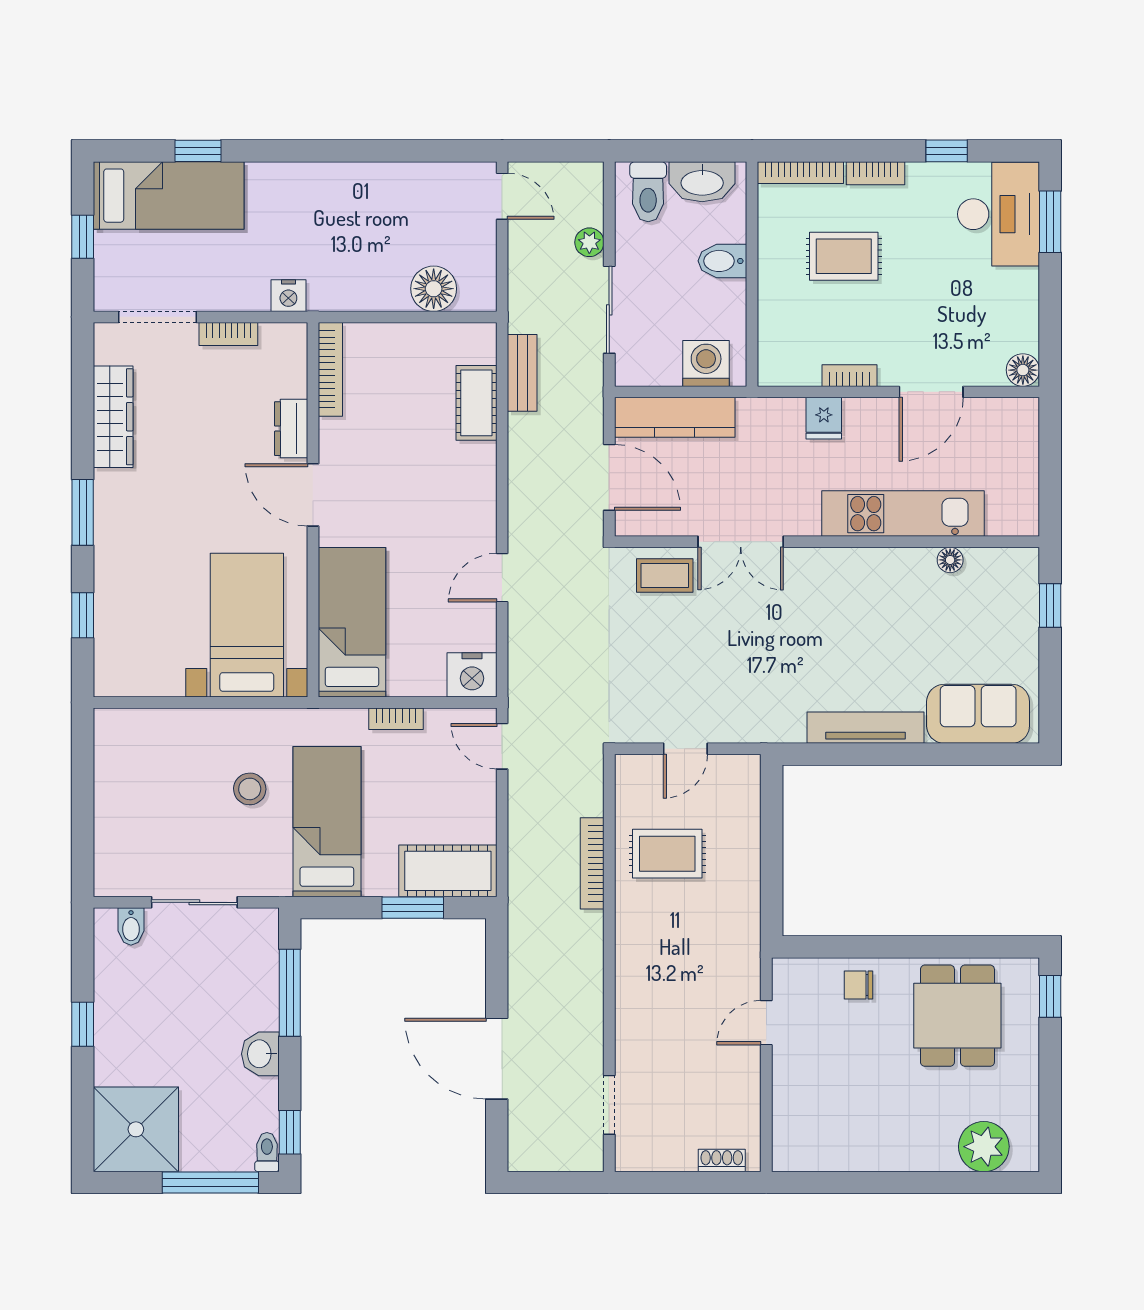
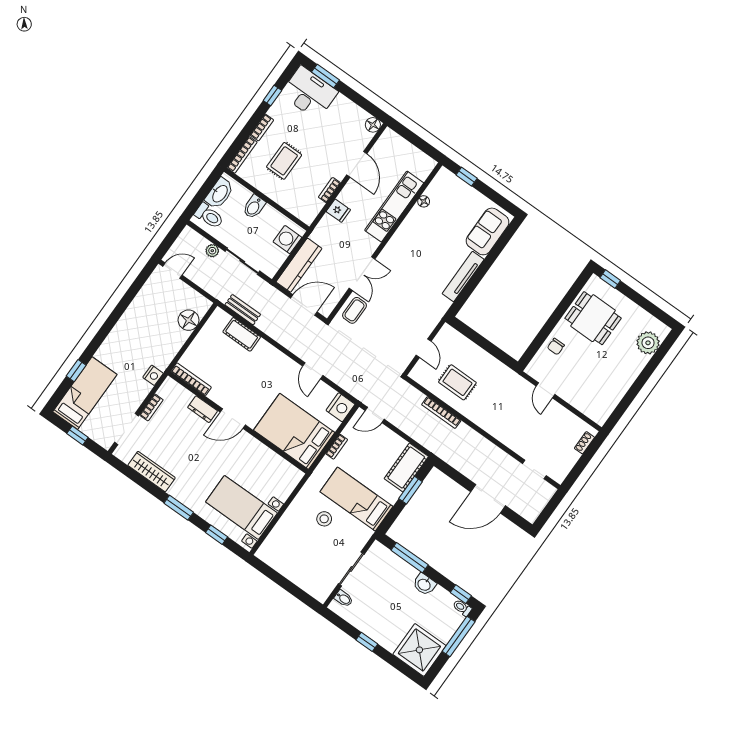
bed: (352, 622) -> (294, 431), width x1.50
bed with nightstands: (247, 625) -> (241, 507), moved
rug: (667, 854) -> (457, 382), turned 90

